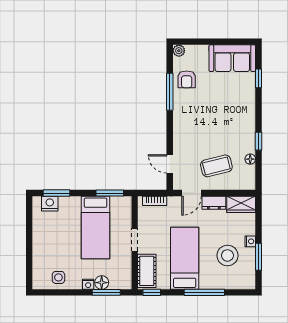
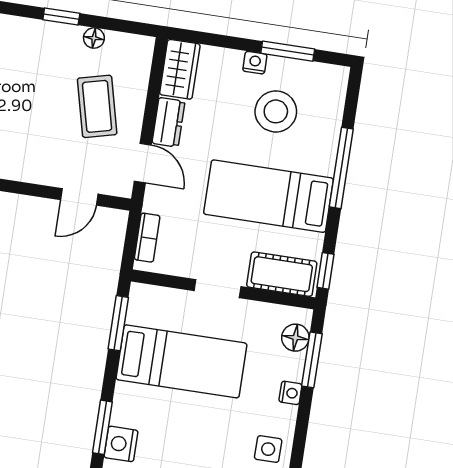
floor lamp: (102, 283) -> (295, 338), moved

